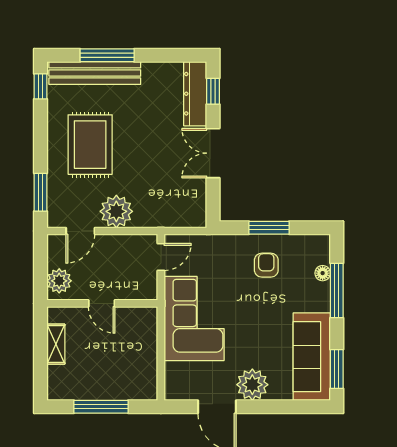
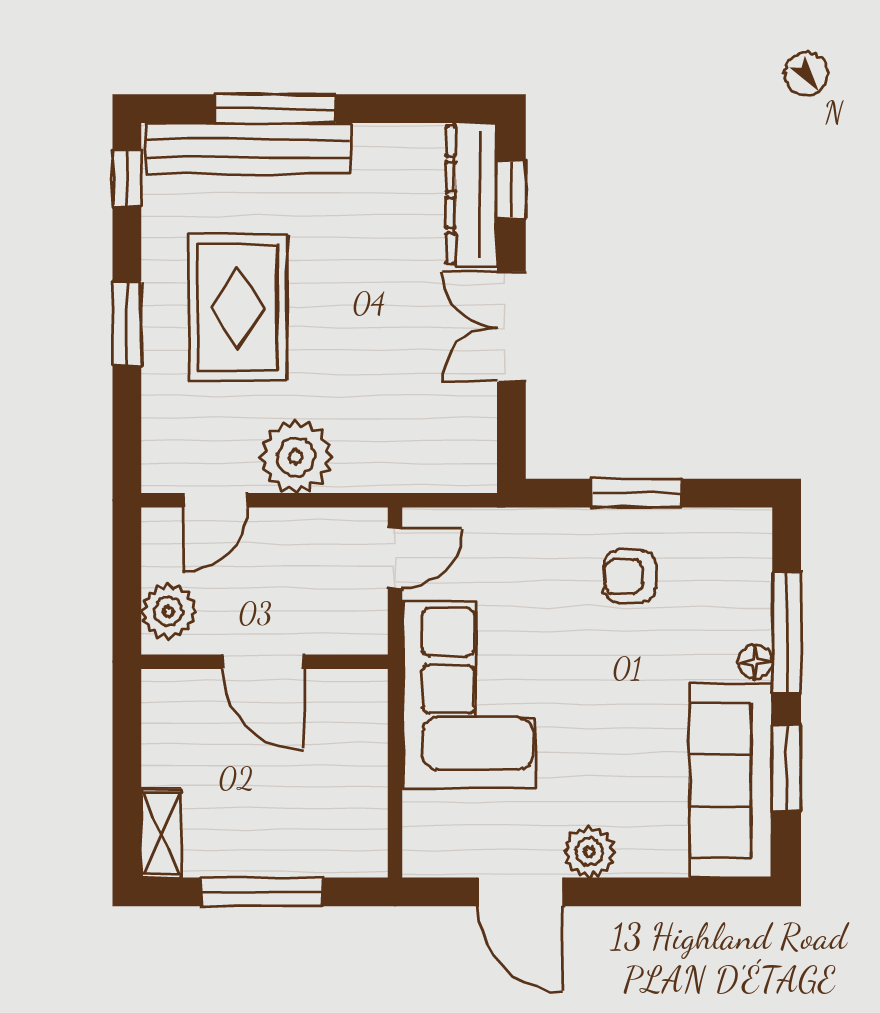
window: (40, 192) -> (127, 324), moved
armchair: (266, 265) -> (630, 576), turned -90
floor lamp: (323, 273) -> (755, 662), moved
door: (102, 303) -> (263, 662), width x1.37
shelving: (56, 344) -> (161, 833), moved
window: (337, 369) -> (787, 767), moved
plant: (252, 385) -> (589, 852), width x0.73, depth x0.73

